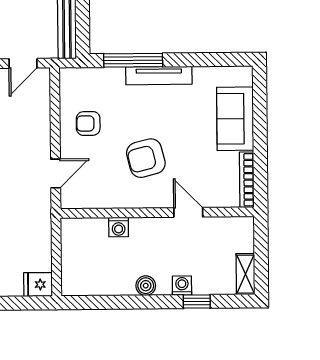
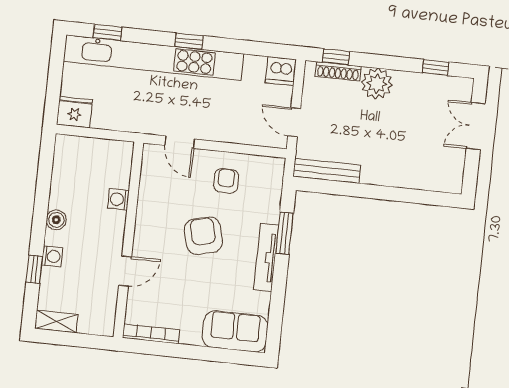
window: (133, 60) -> (284, 233), width x0.69
sofa: (235, 119) -> (235, 331), moved
armchair: (146, 158) -> (203, 236), moved
fridge: (38, 285) -> (75, 112), width x1.38

